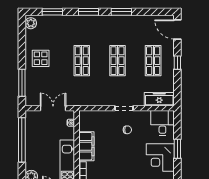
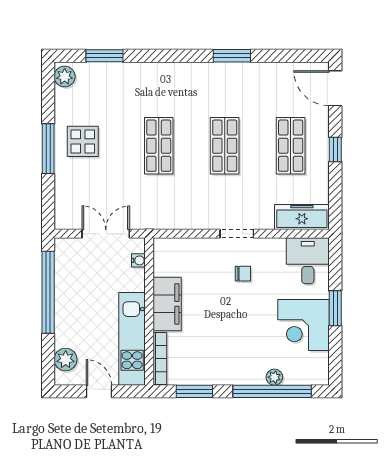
window: (89, 12) -> (171, 56), removed
window: (22, 83) -> (48, 149), moved

